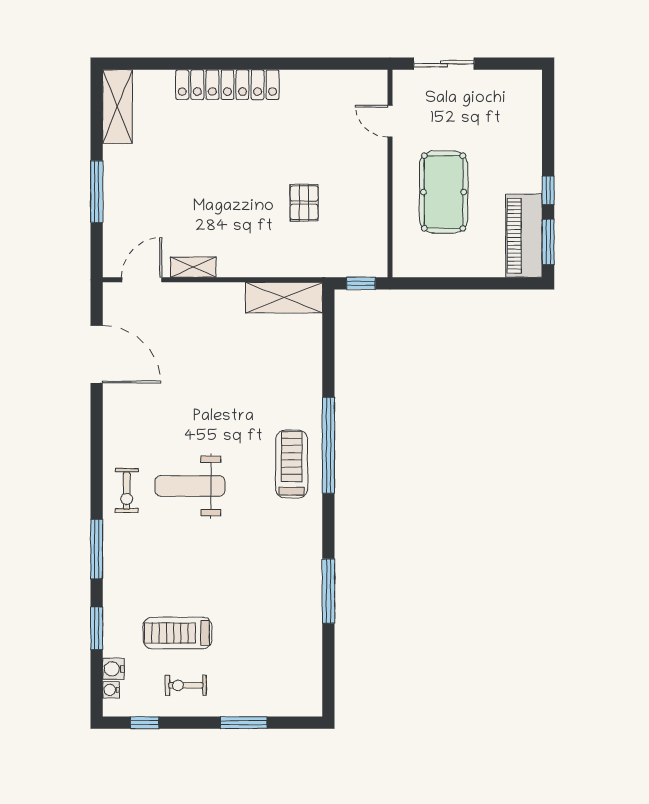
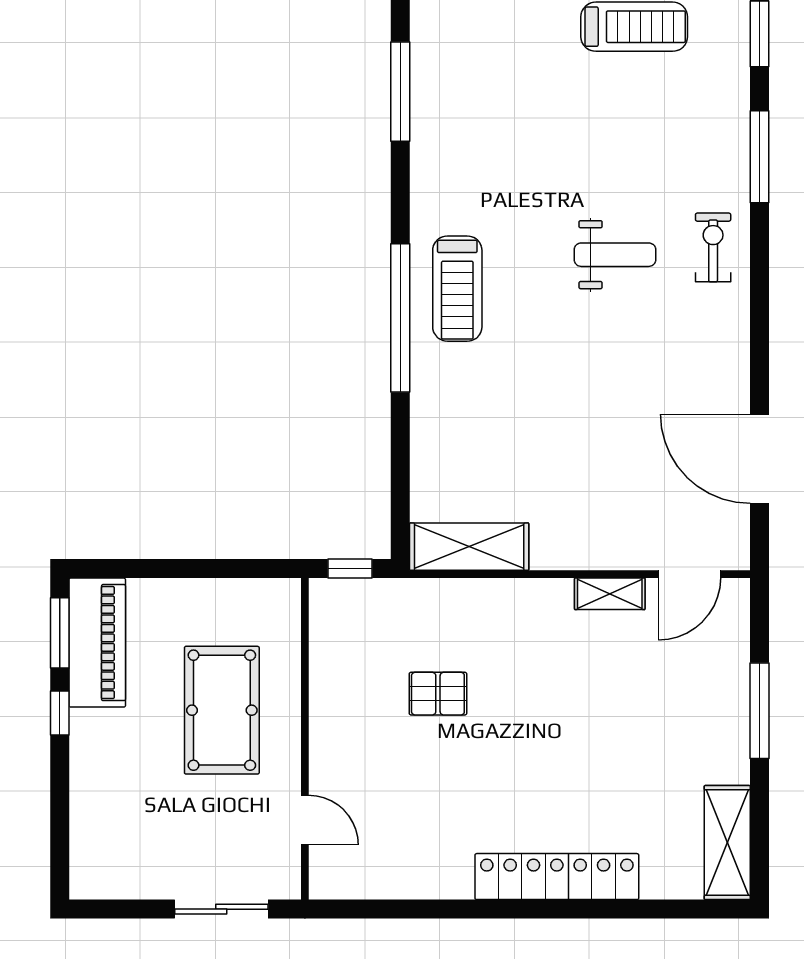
pallet: (304, 203) -> (438, 694), turned 90
weight bench: (190, 486) -> (615, 255), width x0.73, depth x0.75

